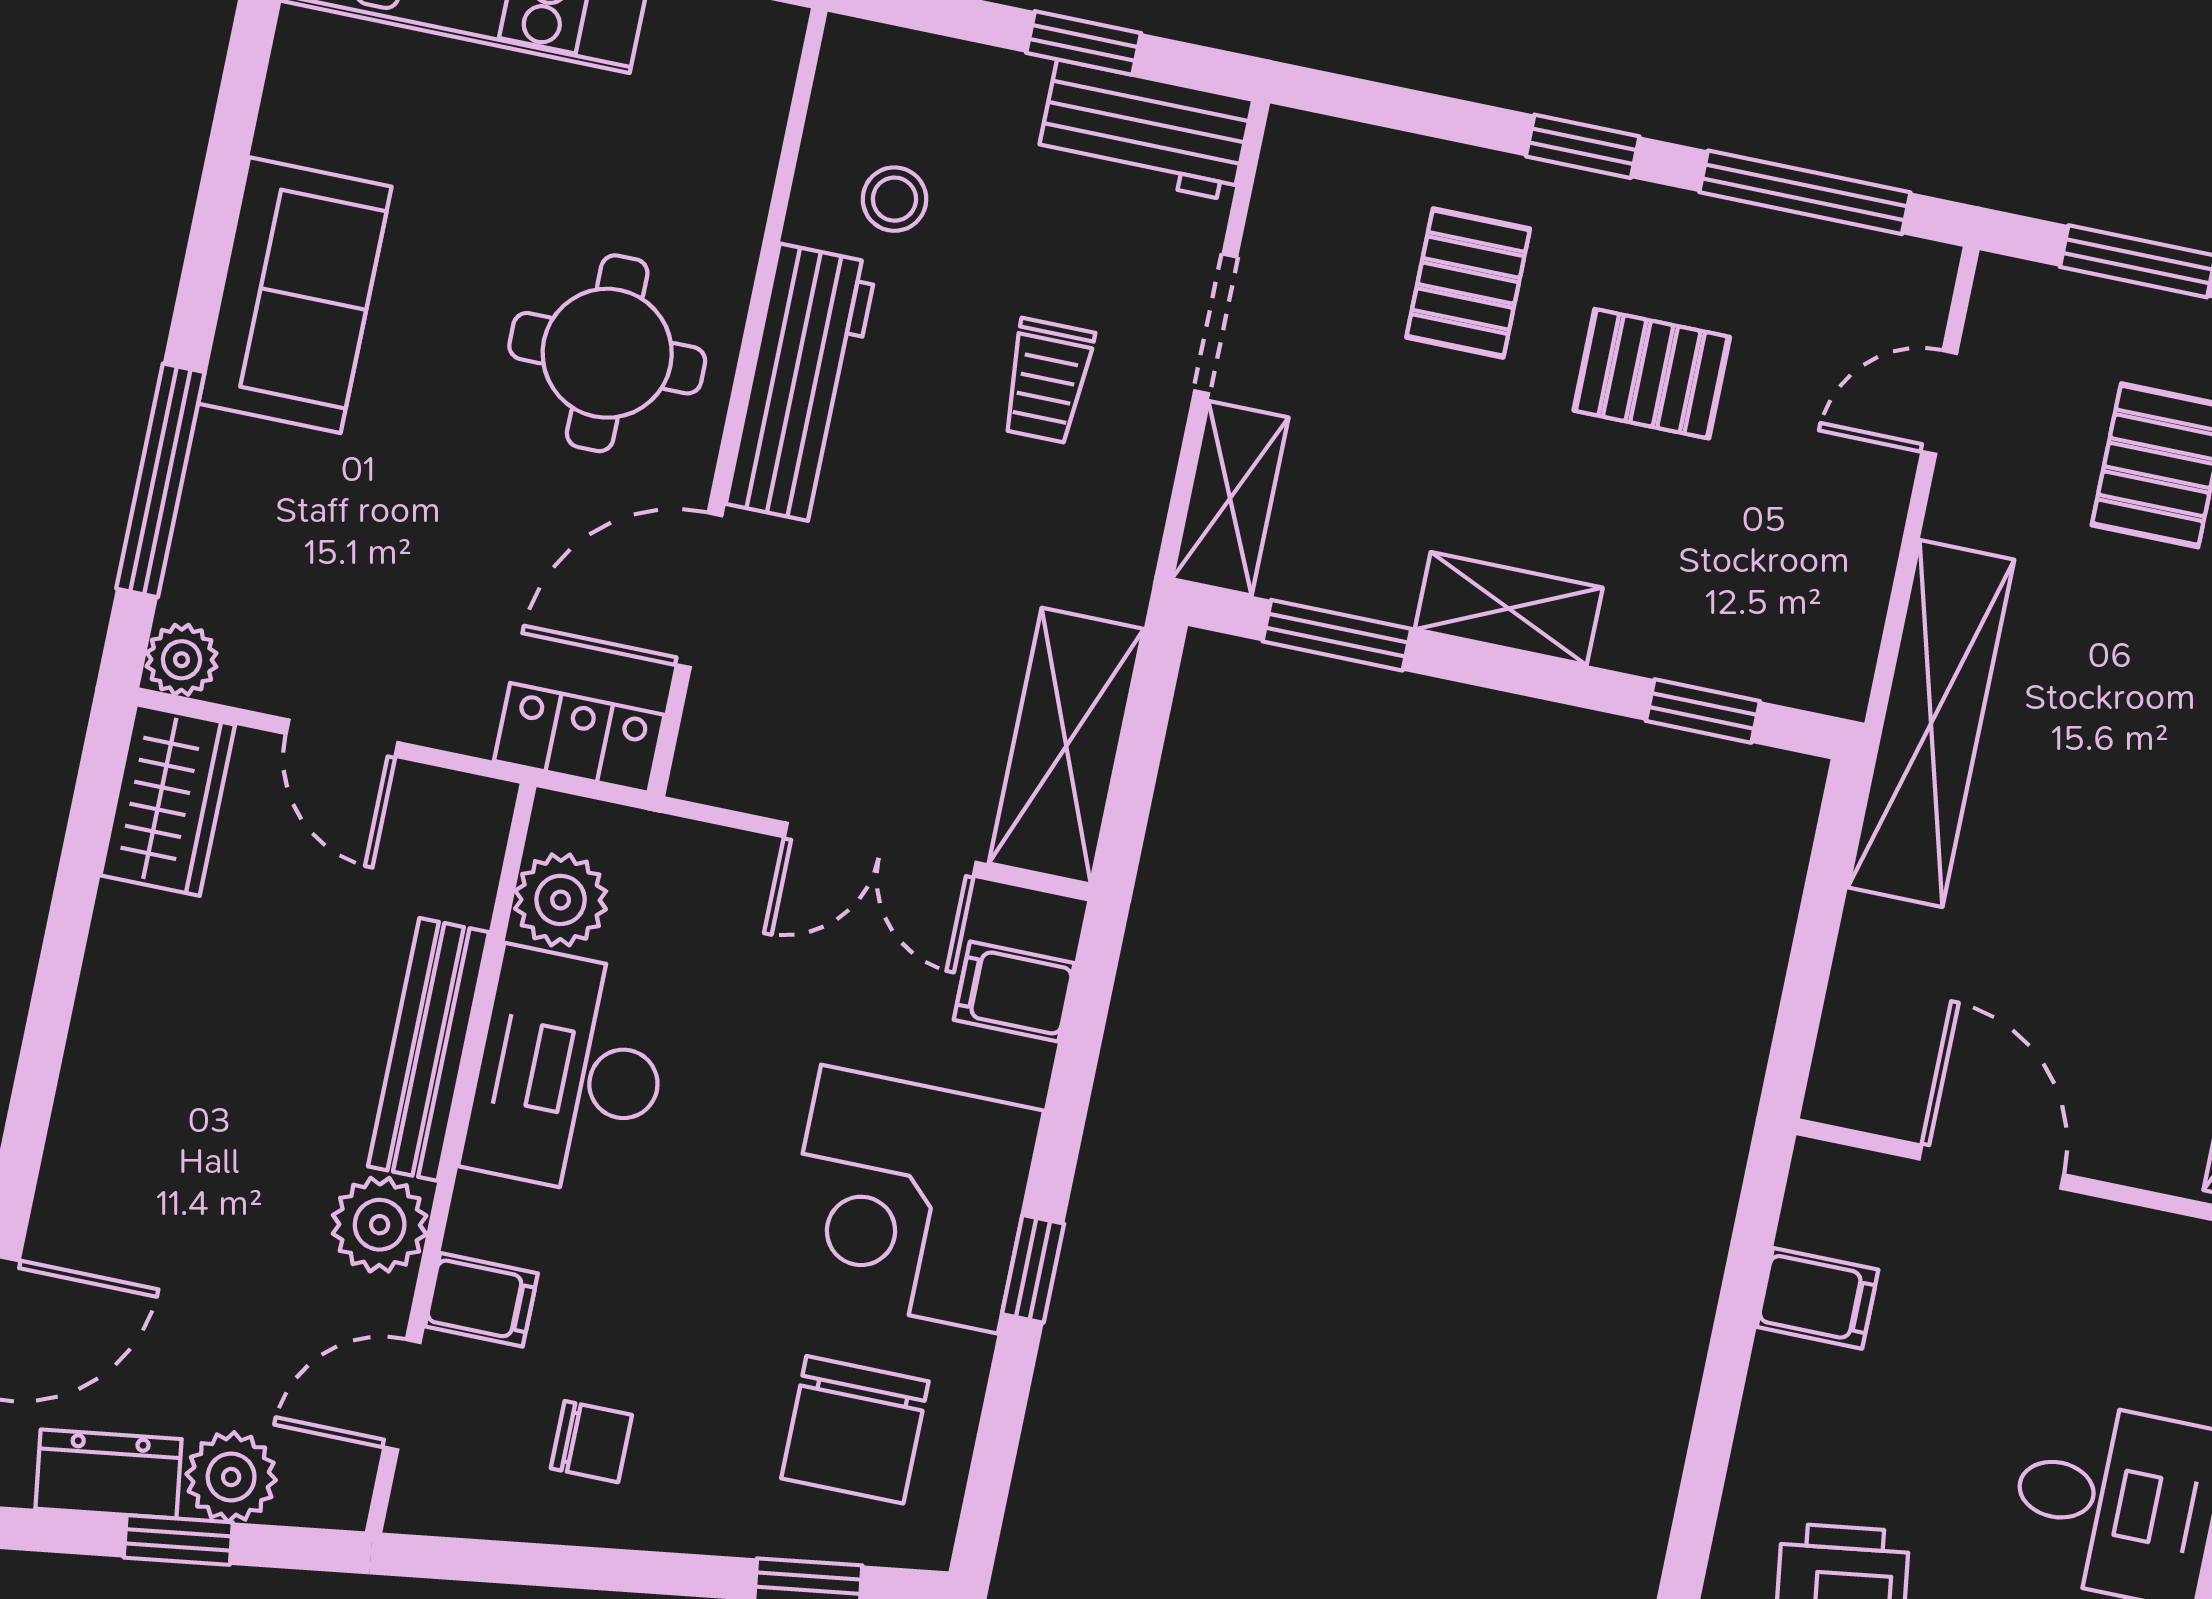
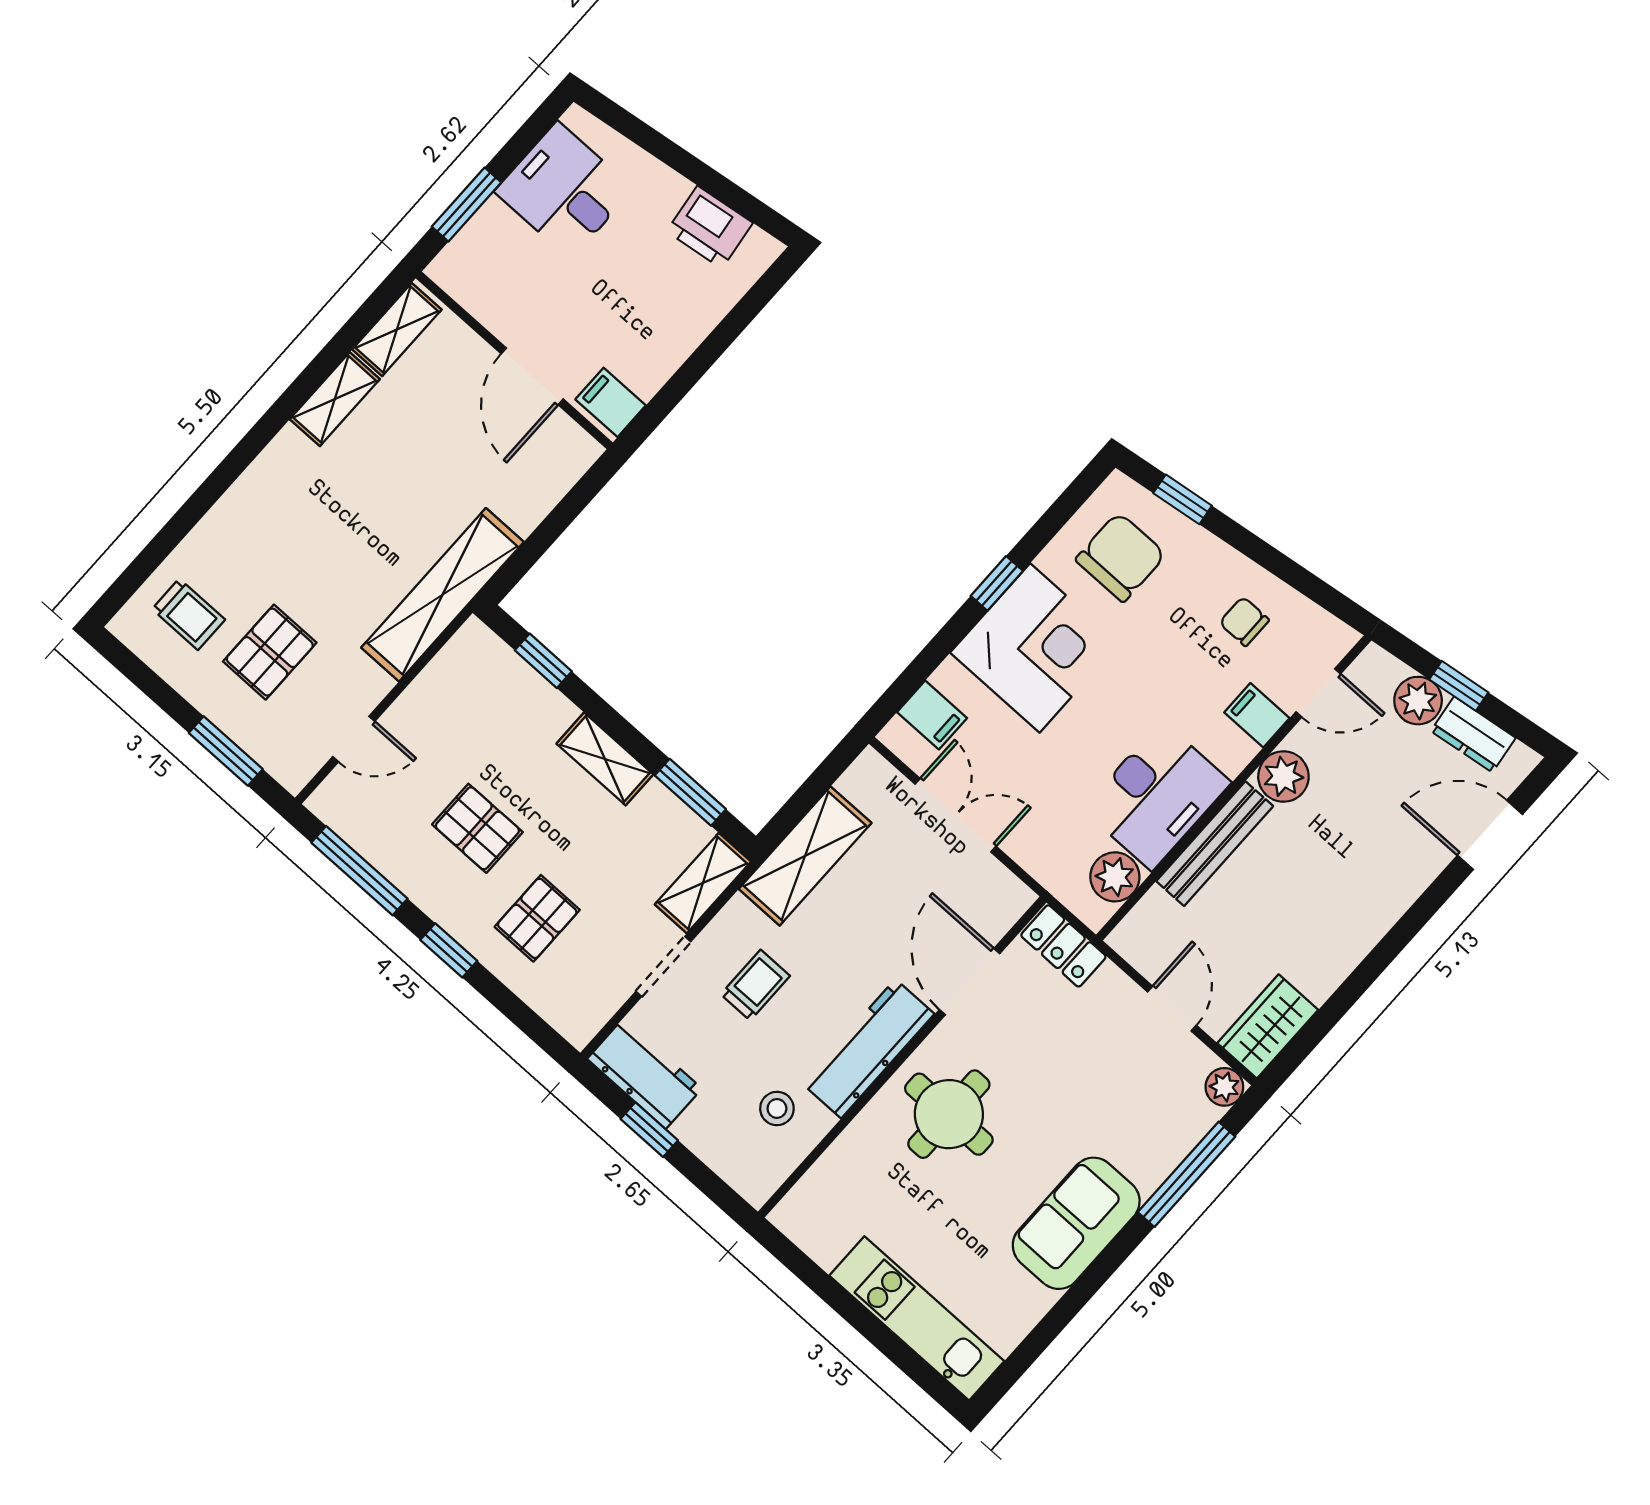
door: (699, 590) -> (970, 982), swing flipped
shelving: (1066, 746) -> (805, 856), moved
filing cabinet: (1817, 1298) -> (611, 402), moved

